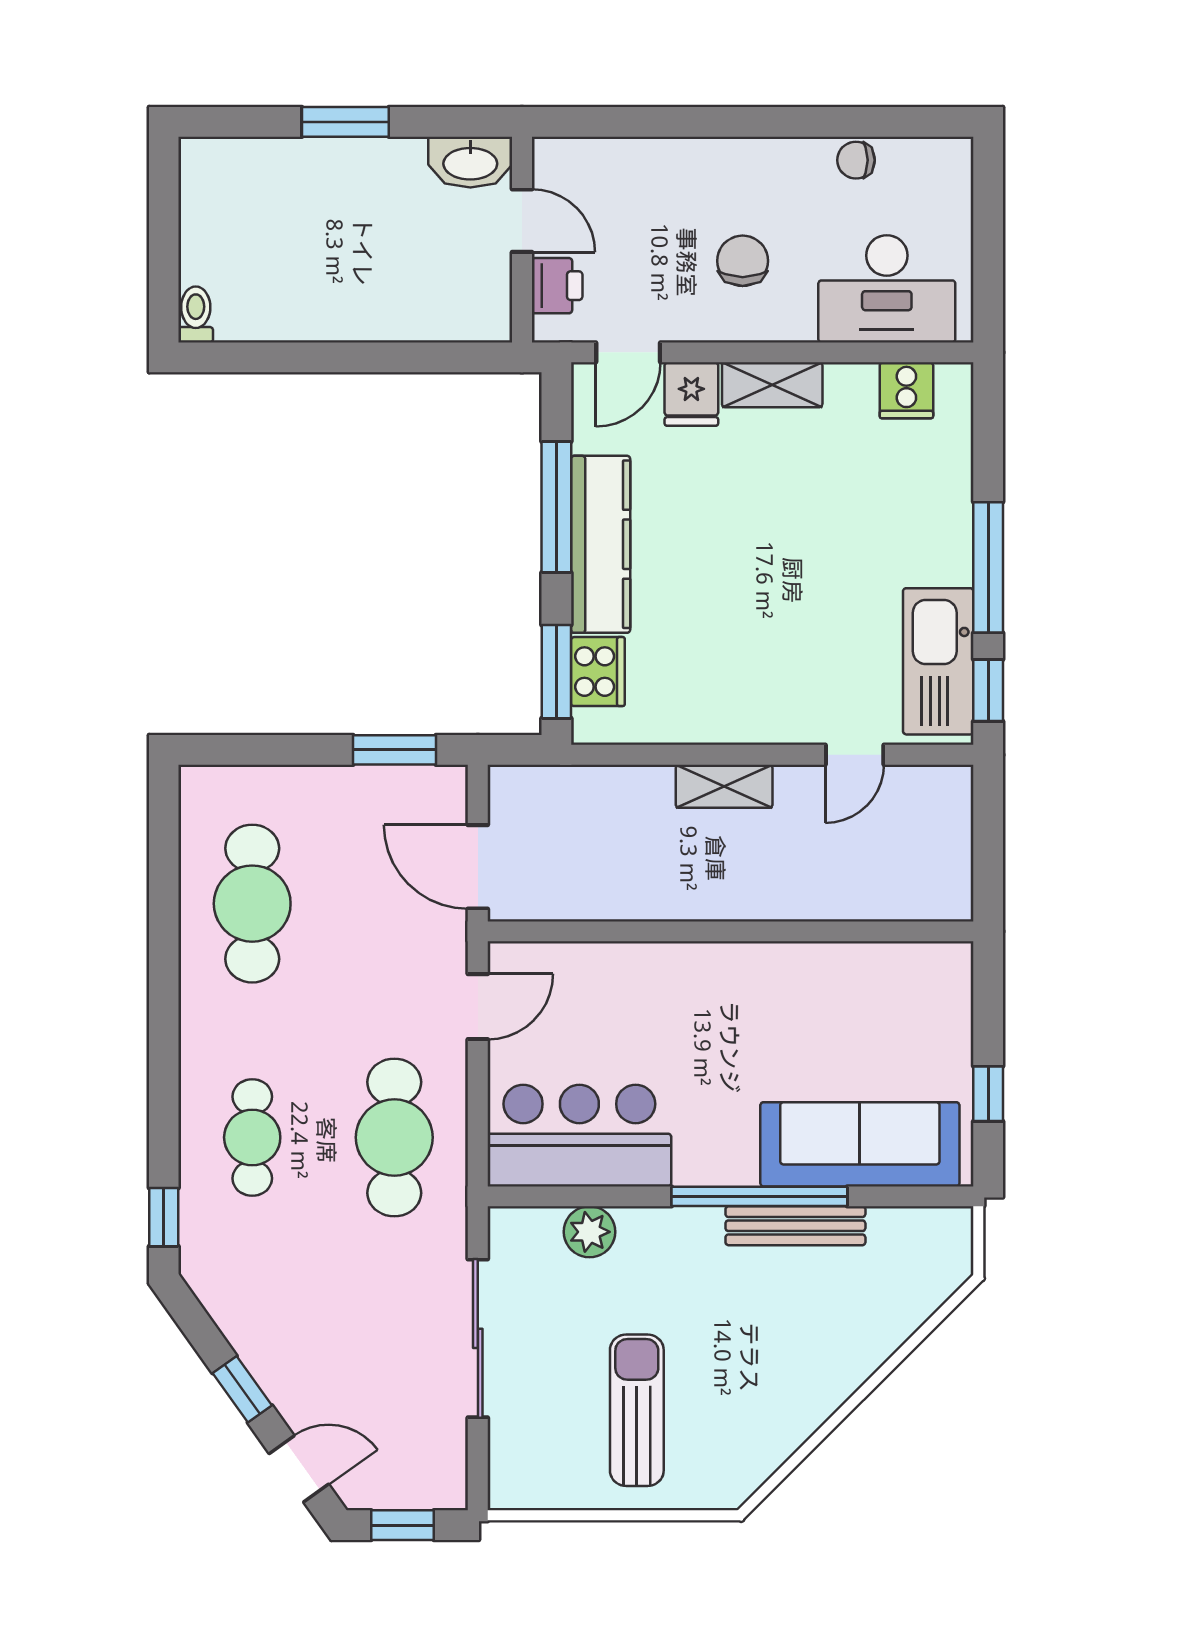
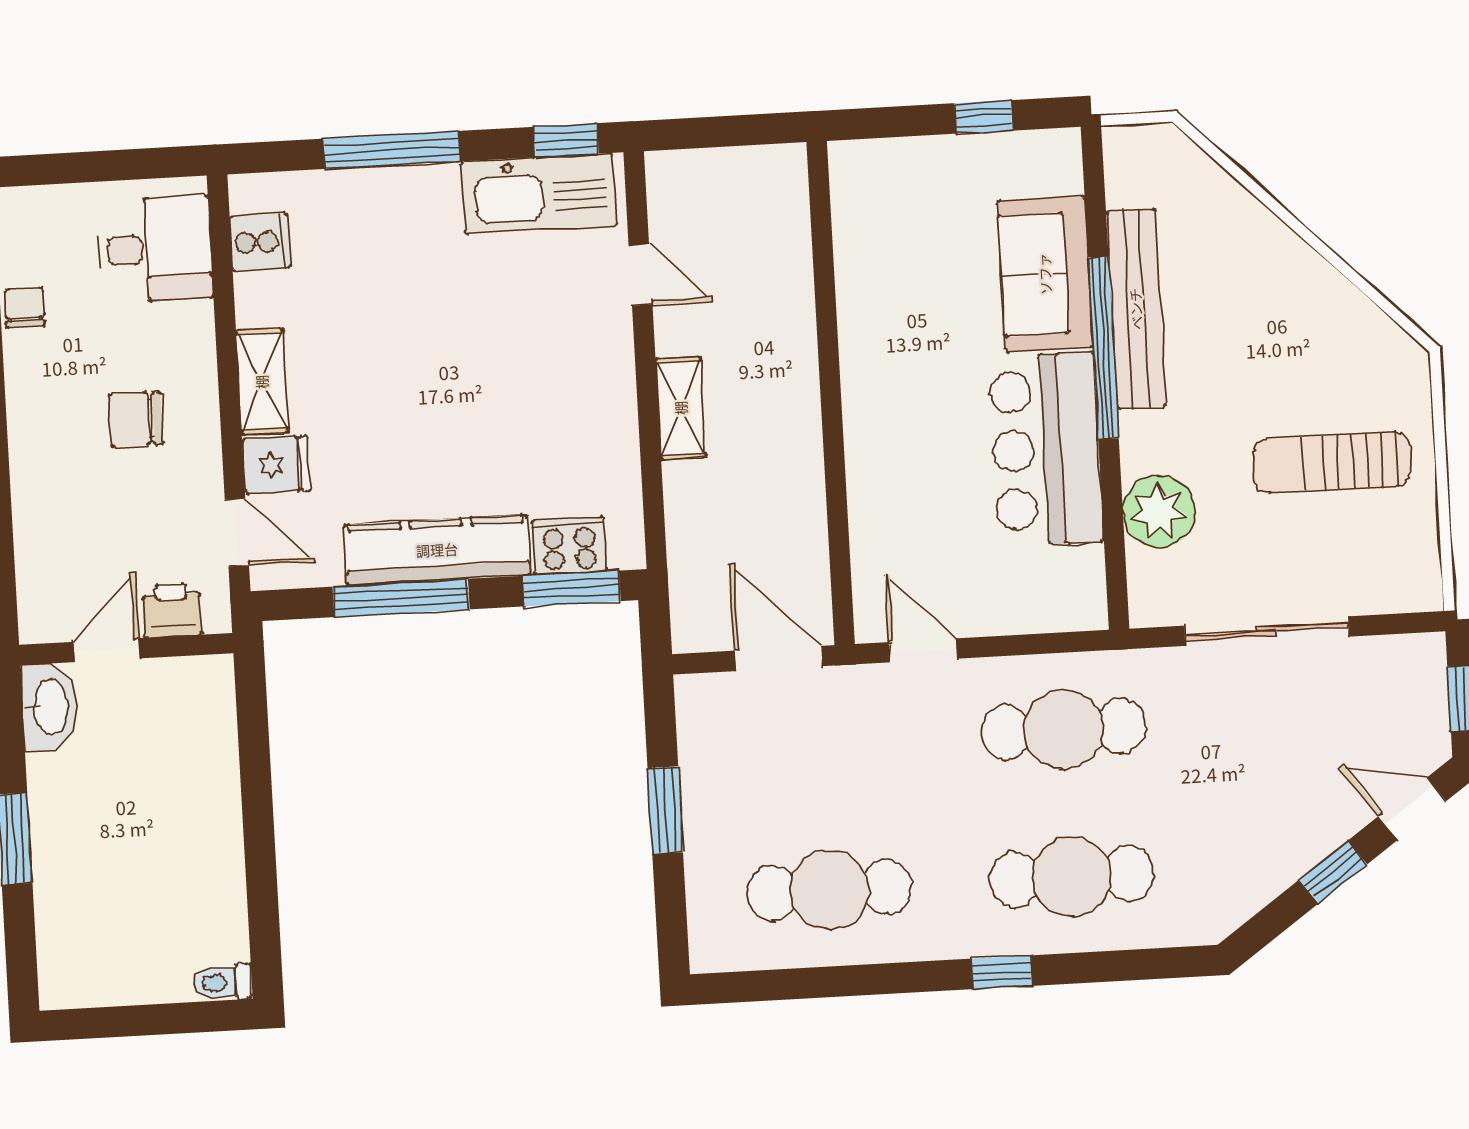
chair: (856, 160) -> (25, 308), turned 180
desk: (887, 289) -> (155, 249), width x0.73
window: (988, 567) -> (392, 150), moved
window: (394, 750) -> (665, 810), moved
door: (478, 867) -> (779, 658), swing flipped
bar counter: (579, 1136) -> (1046, 449), moved
cafe table: (252, 1137) -> (1072, 876), width x1.37, depth x1.35
sofa: (860, 1144) -> (1045, 274), width x0.73
window: (164, 1217) -> (1002, 972), moved
bench: (795, 1226) -> (1136, 309), width x1.37, depth x1.21
plant: (589, 1232) -> (1159, 511), width x1.36, depth x1.36
door: (299, 1469) -> (1412, 809), hinge flipped

